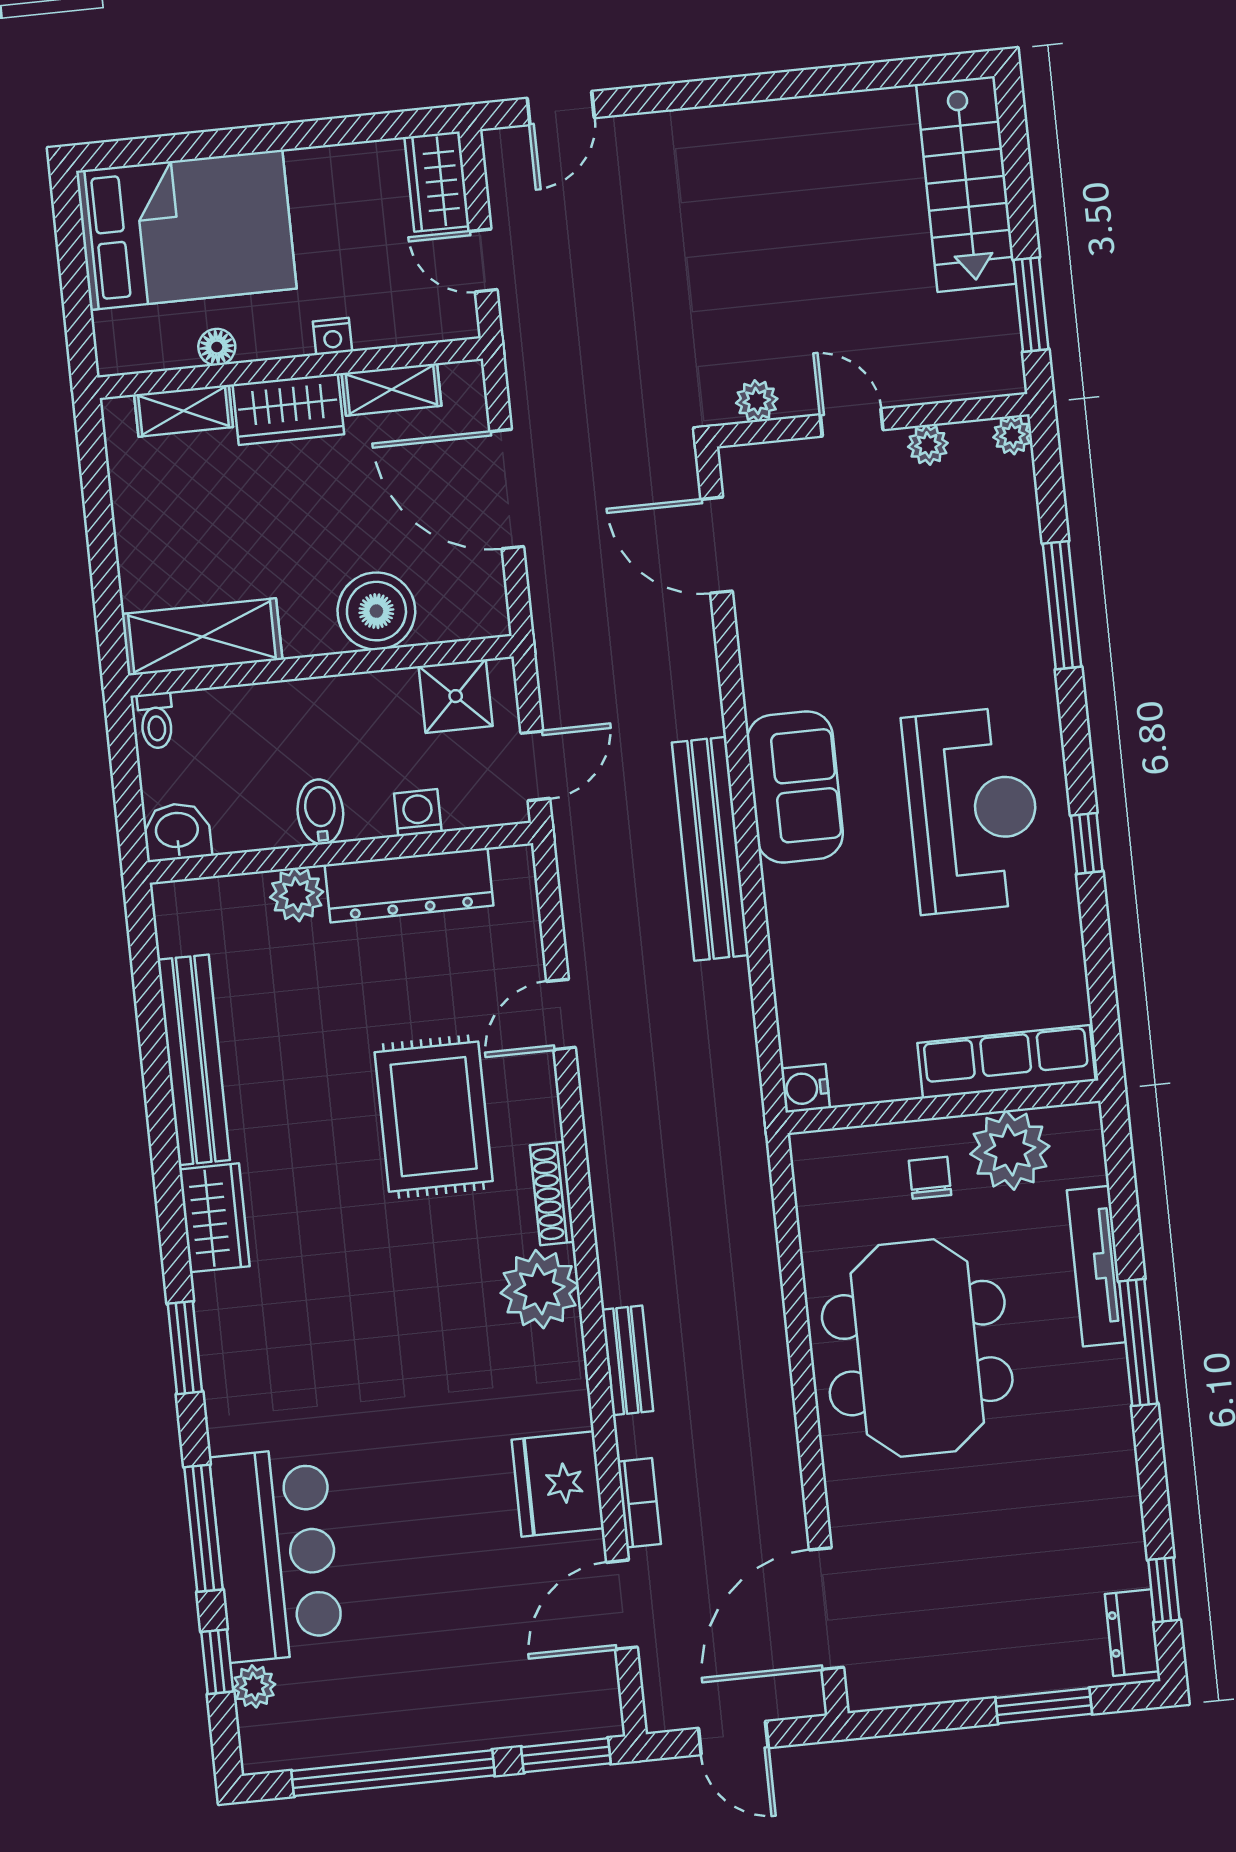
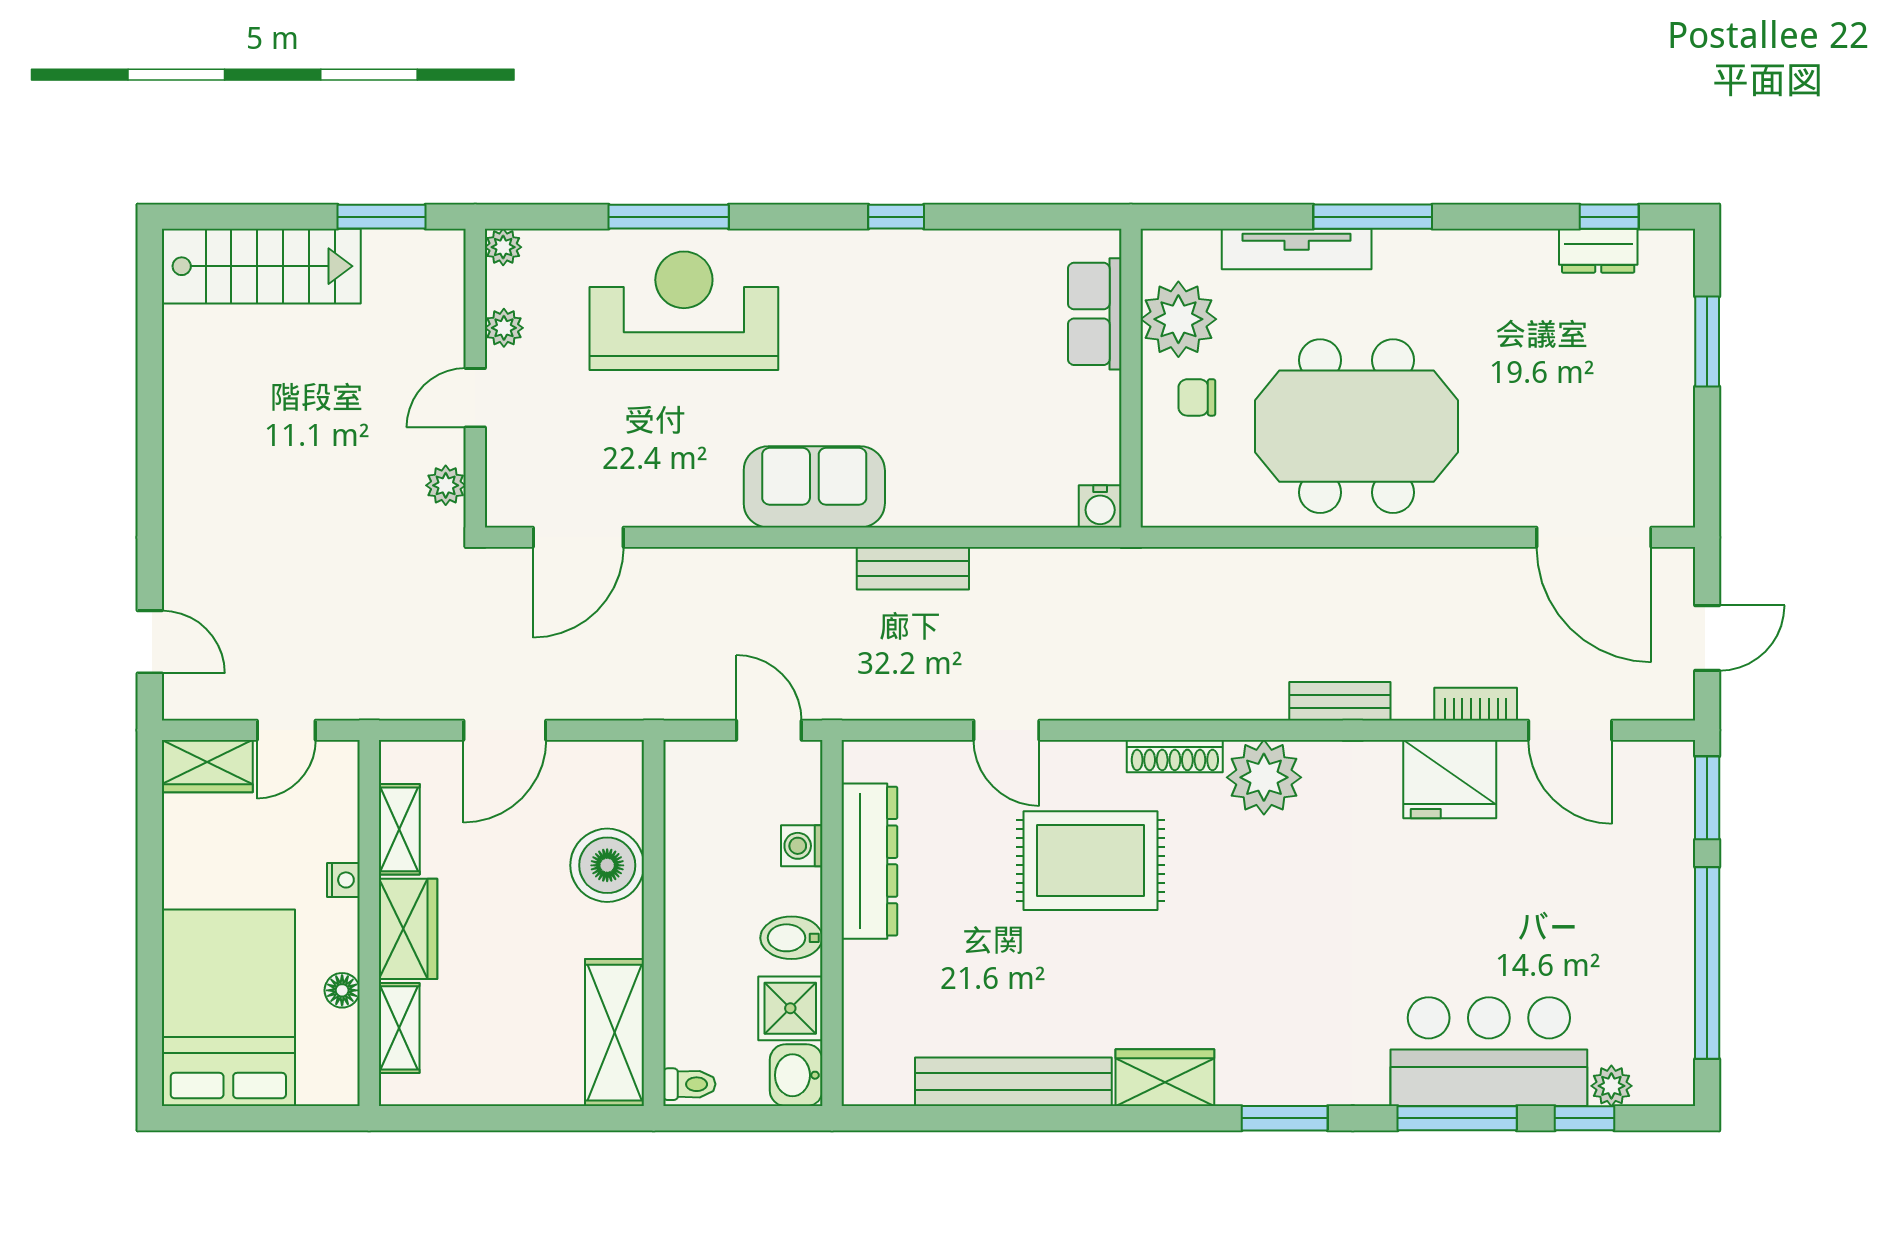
door: (507, 489) -> (505, 730), width x0.73
shower: (456, 696) -> (790, 1008), moved
reception desk: (973, 810) -> (684, 311), moved
bench: (710, 849) -> (913, 568), width x0.54, depth x0.82
plant: (297, 894) -> (867, 968), removed
row of seats: (1006, 1062) -> (1095, 314), width x0.68
dresser: (1132, 1633) -> (1598, 251), moved

